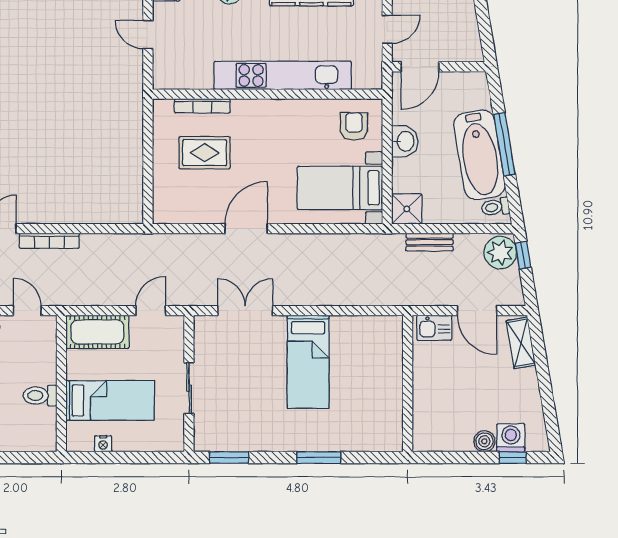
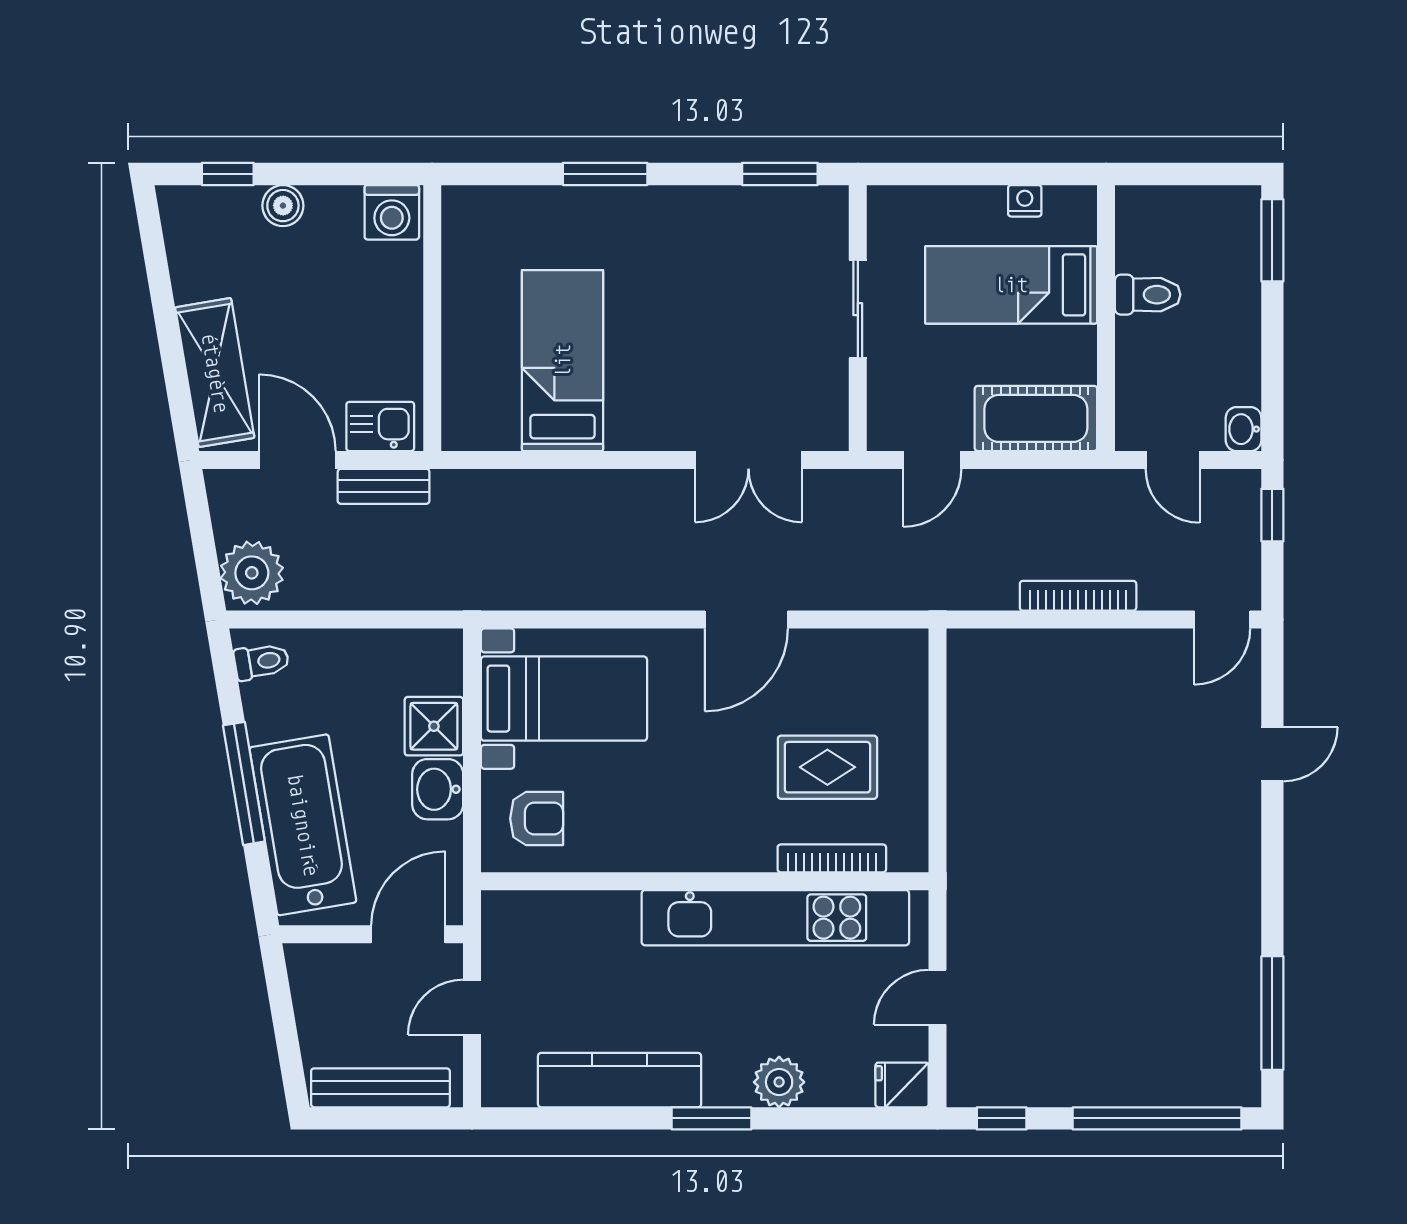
door: (148, 35) -> (938, 997), swing flipped
kitchen unit: (283, 75) -> (775, 918), moved
armchair: (354, 126) -> (537, 819), turned -90
bathtub: (479, 155) -> (303, 825), moved
shower: (407, 209) -> (434, 726), moved
bookcase: (49, 241) -> (1078, 596), moved
bench: (430, 242) -> (384, 486), moved
window: (523, 255) -> (208, 568), removed
shelving: (521, 343) -> (215, 373), width x1.50, depth x1.33
bed: (308, 362) -> (563, 361), moved
washing machine: (511, 438) -> (392, 212), moved

